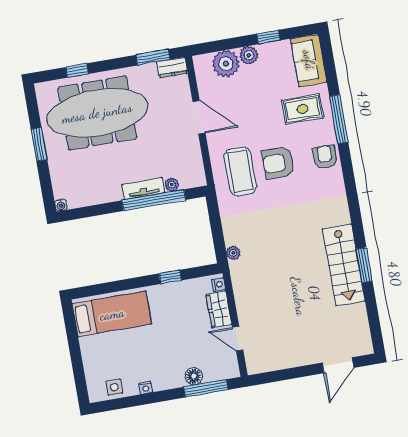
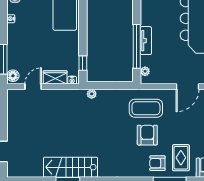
armchair: (325, 157) -> (157, 163), moved, turned 180
plant: (172, 185) -> (145, 71), moved
window: (170, 277) -> (83, 63), moved
floor lamp: (194, 376) -> (13, 76), moved

